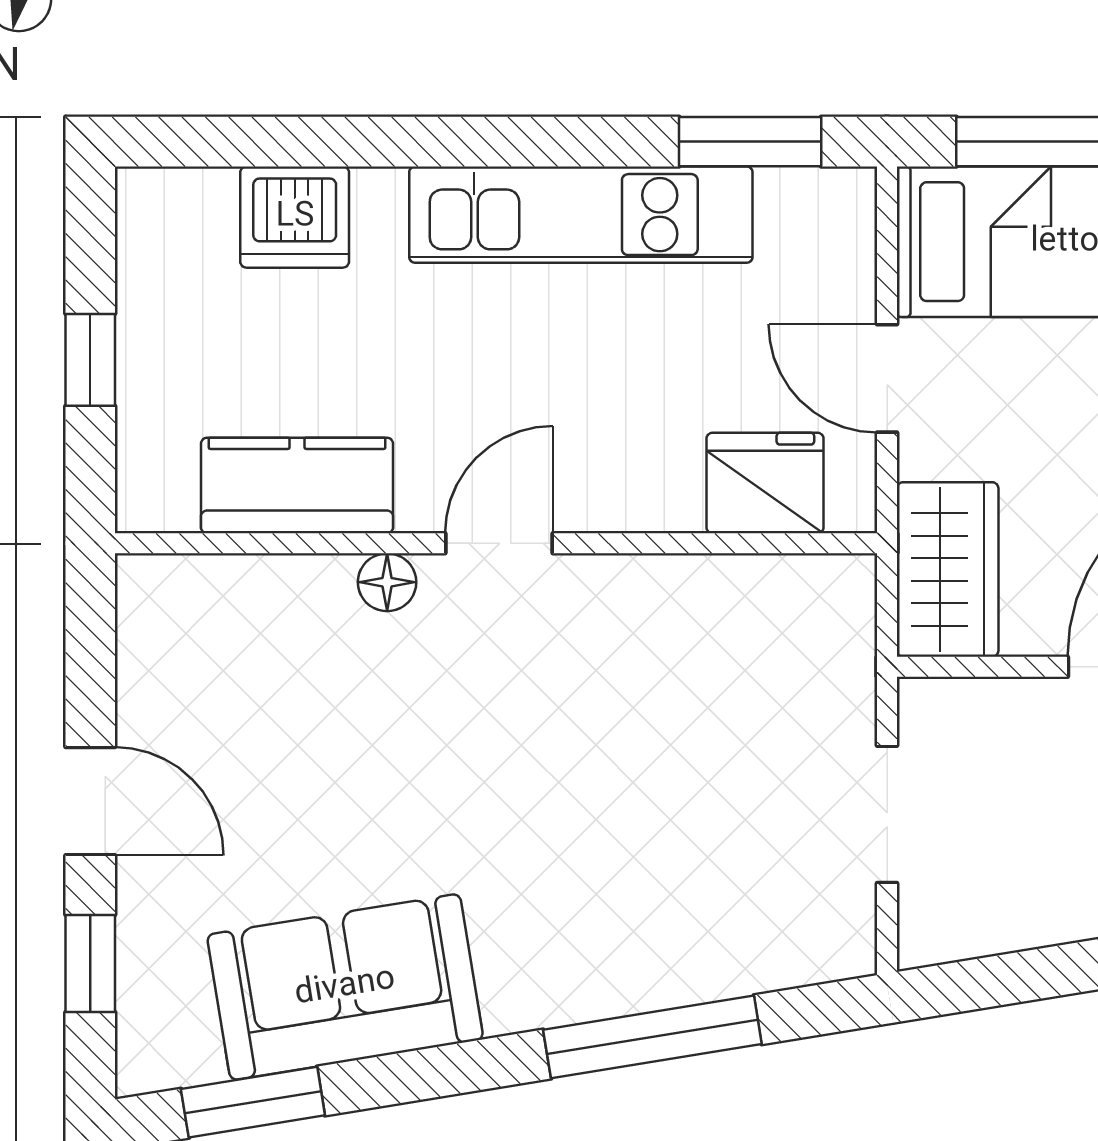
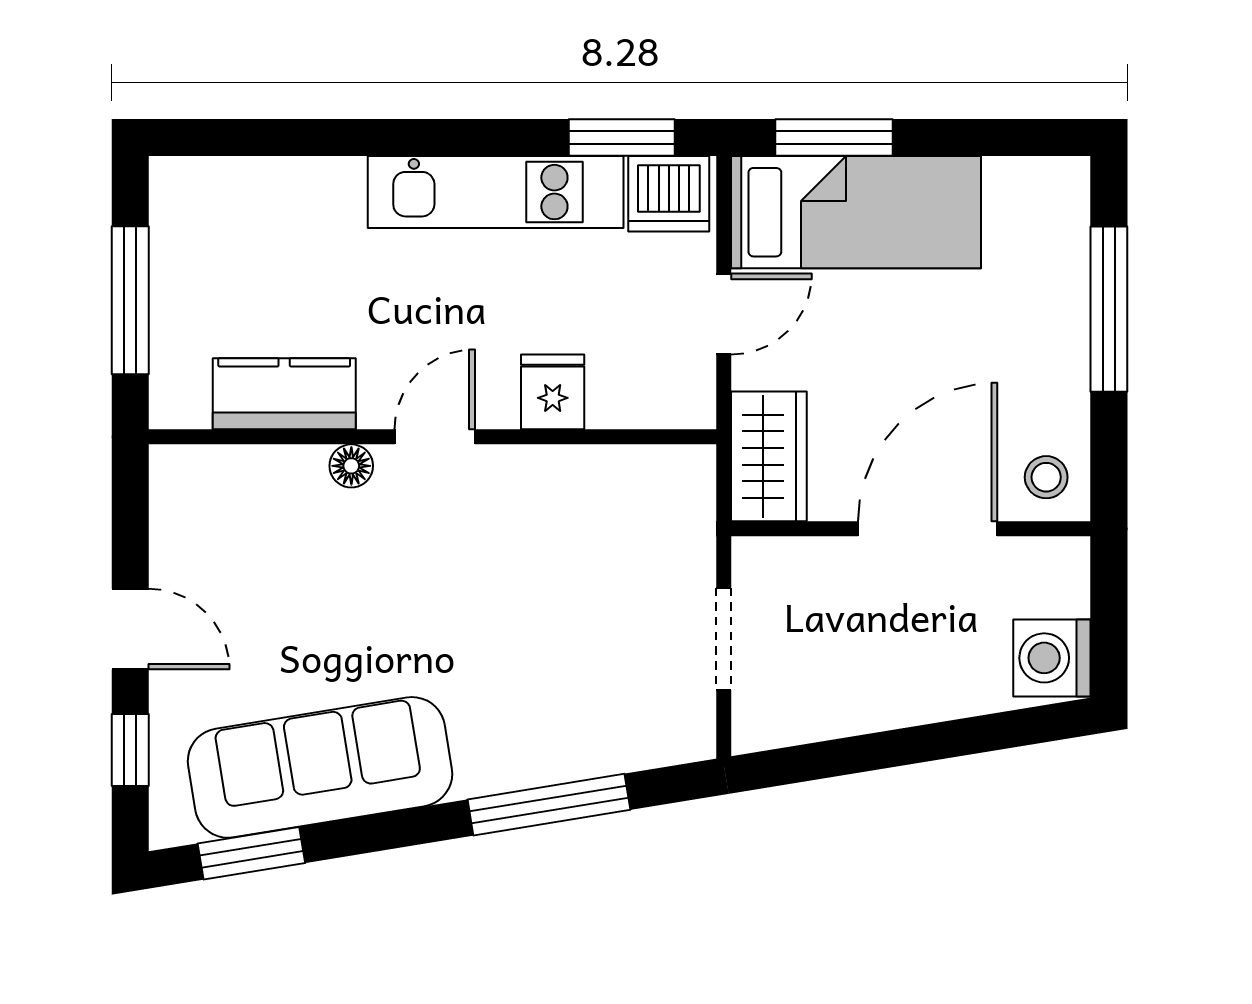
dishwasher: (295, 217) -> (669, 194), moved
window: (90, 360) -> (130, 300), width x2.17
door: (887, 378) -> (724, 314), swing flipped
fridge: (765, 483) -> (553, 392), moved, width x0.72
sofa: (345, 987) -> (320, 767), width x1.36

